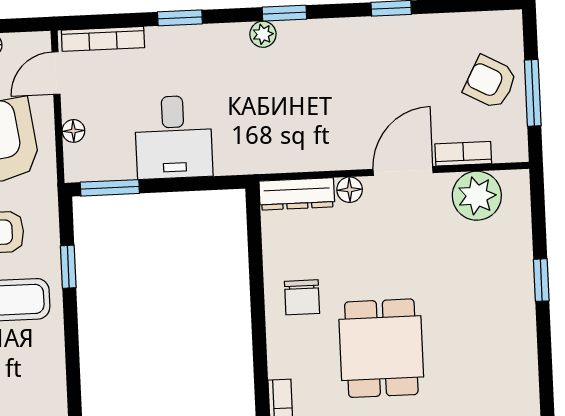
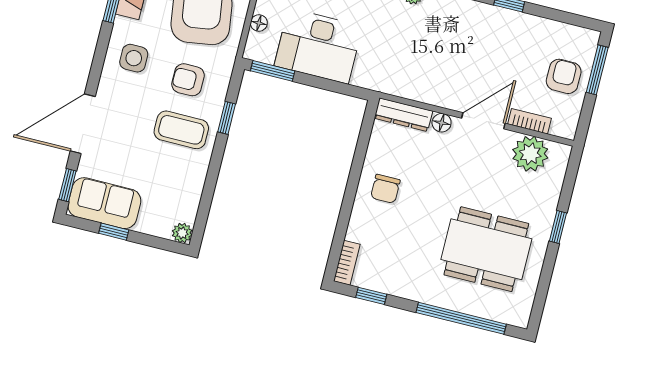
armchair: (490, 82) -> (564, 76), turned 62
window: (533, 93) -> (597, 70), moved
desk: (174, 137) -> (318, 46), width x1.37
dining table: (381, 348) -> (486, 249), moved, width x1.38

